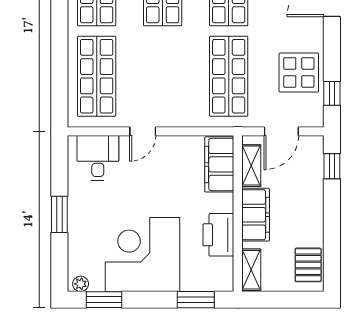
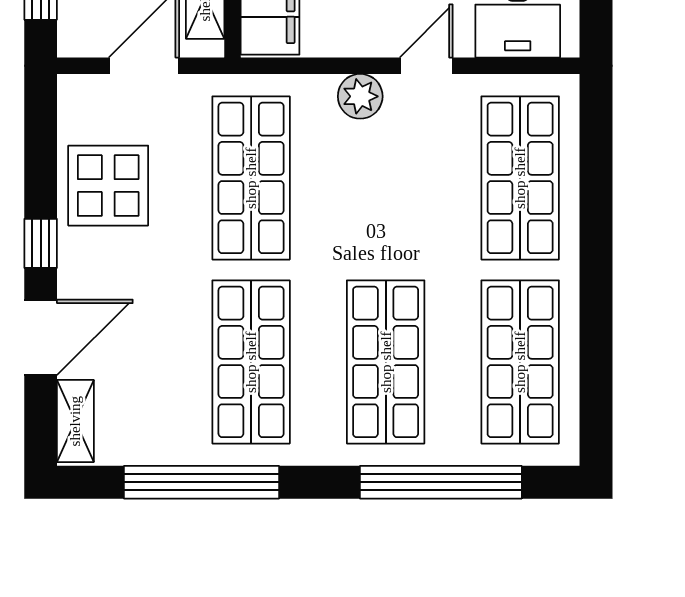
window: (332, 93) -> (41, 243), moved
plant: (175, 116) -> (360, 96), added

